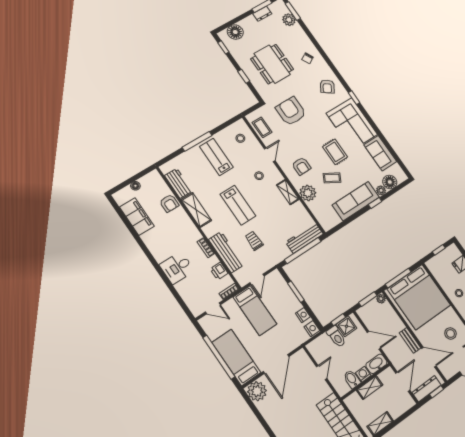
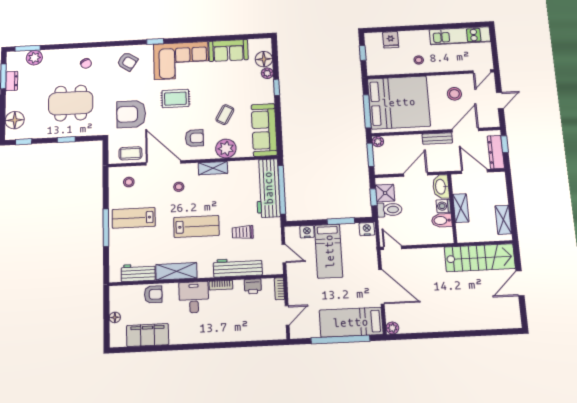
rug: (335, 152) -> (175, 99), moved
door: (270, 155) -> (163, 163), width x1.87
sofa: (356, 201) -> (264, 130), moved
workbench: (304, 238) -> (268, 188), width x1.36, depth x1.32
desk: (177, 268) -> (194, 297), moved, turned 180
window: (296, 292) -> (341, 221), moved
bed: (255, 311) -> (329, 251), moved, turned 90
nightstand: (303, 315) -> (307, 232), moved
door: (322, 373) -> (392, 248), moved
plant: (257, 391) -> (392, 328), width x0.53, depth x0.53

